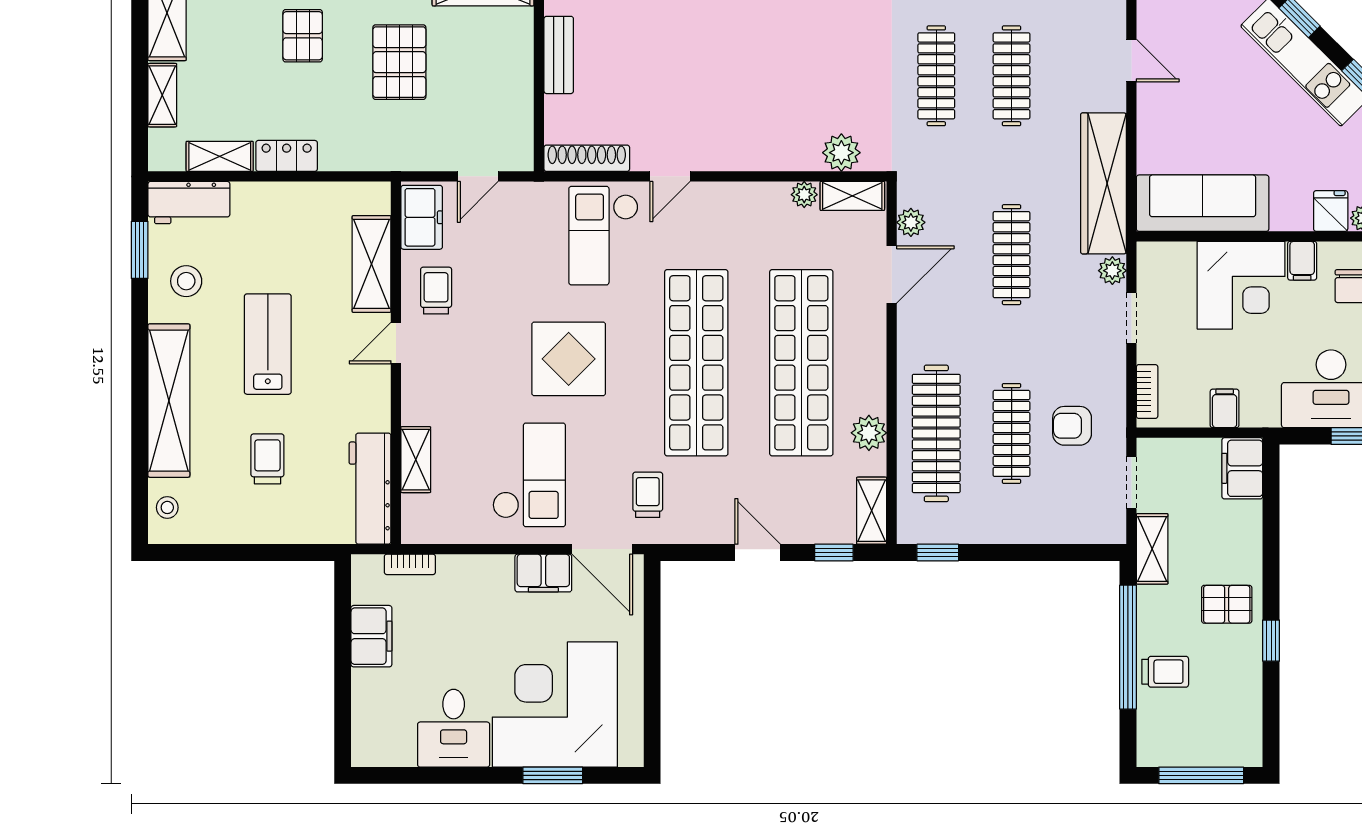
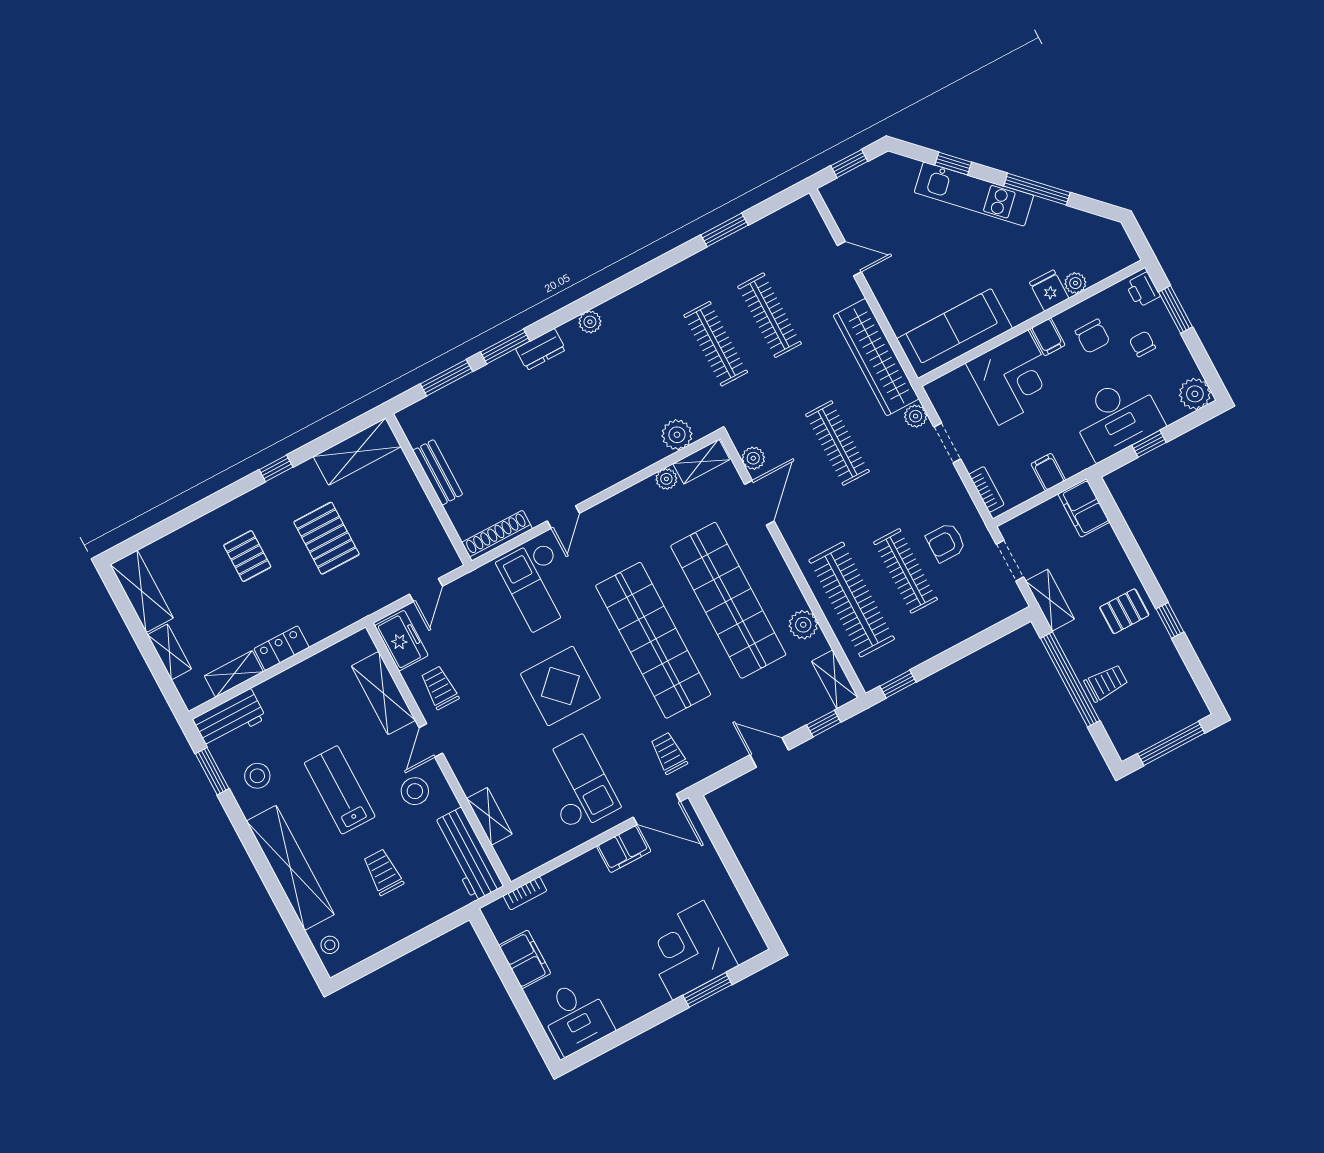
stool: (349, 389) -> (415, 791), added
corner desk: (555, 705) -> (688, 950), width x0.74, depth x0.74
desk: (454, 728) -> (576, 1017), moved

